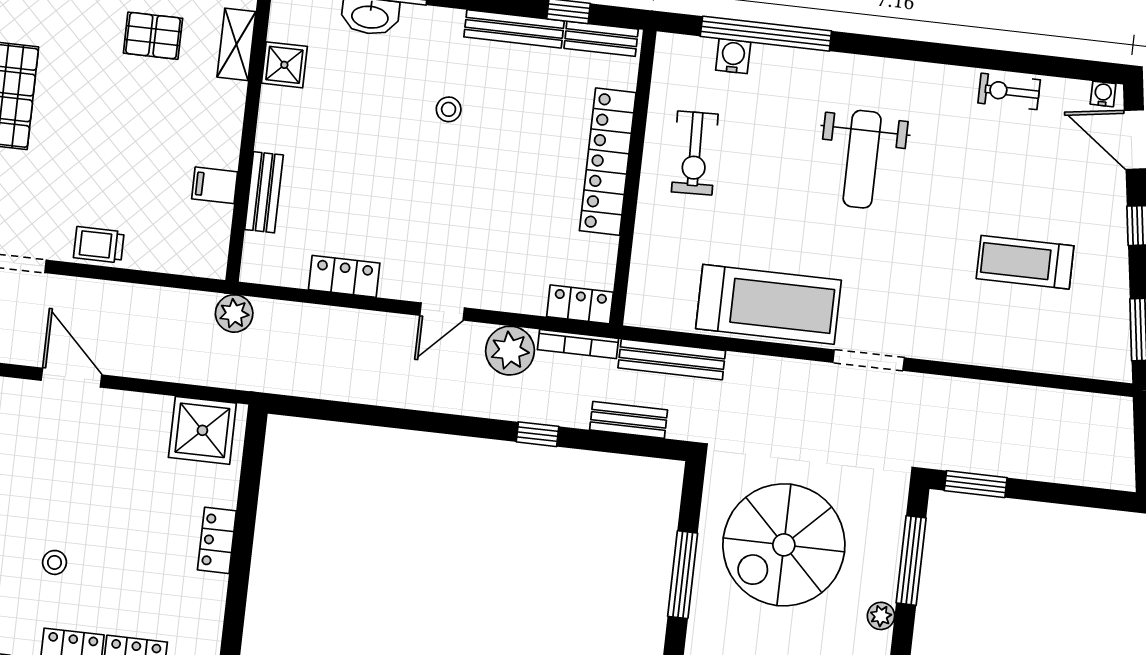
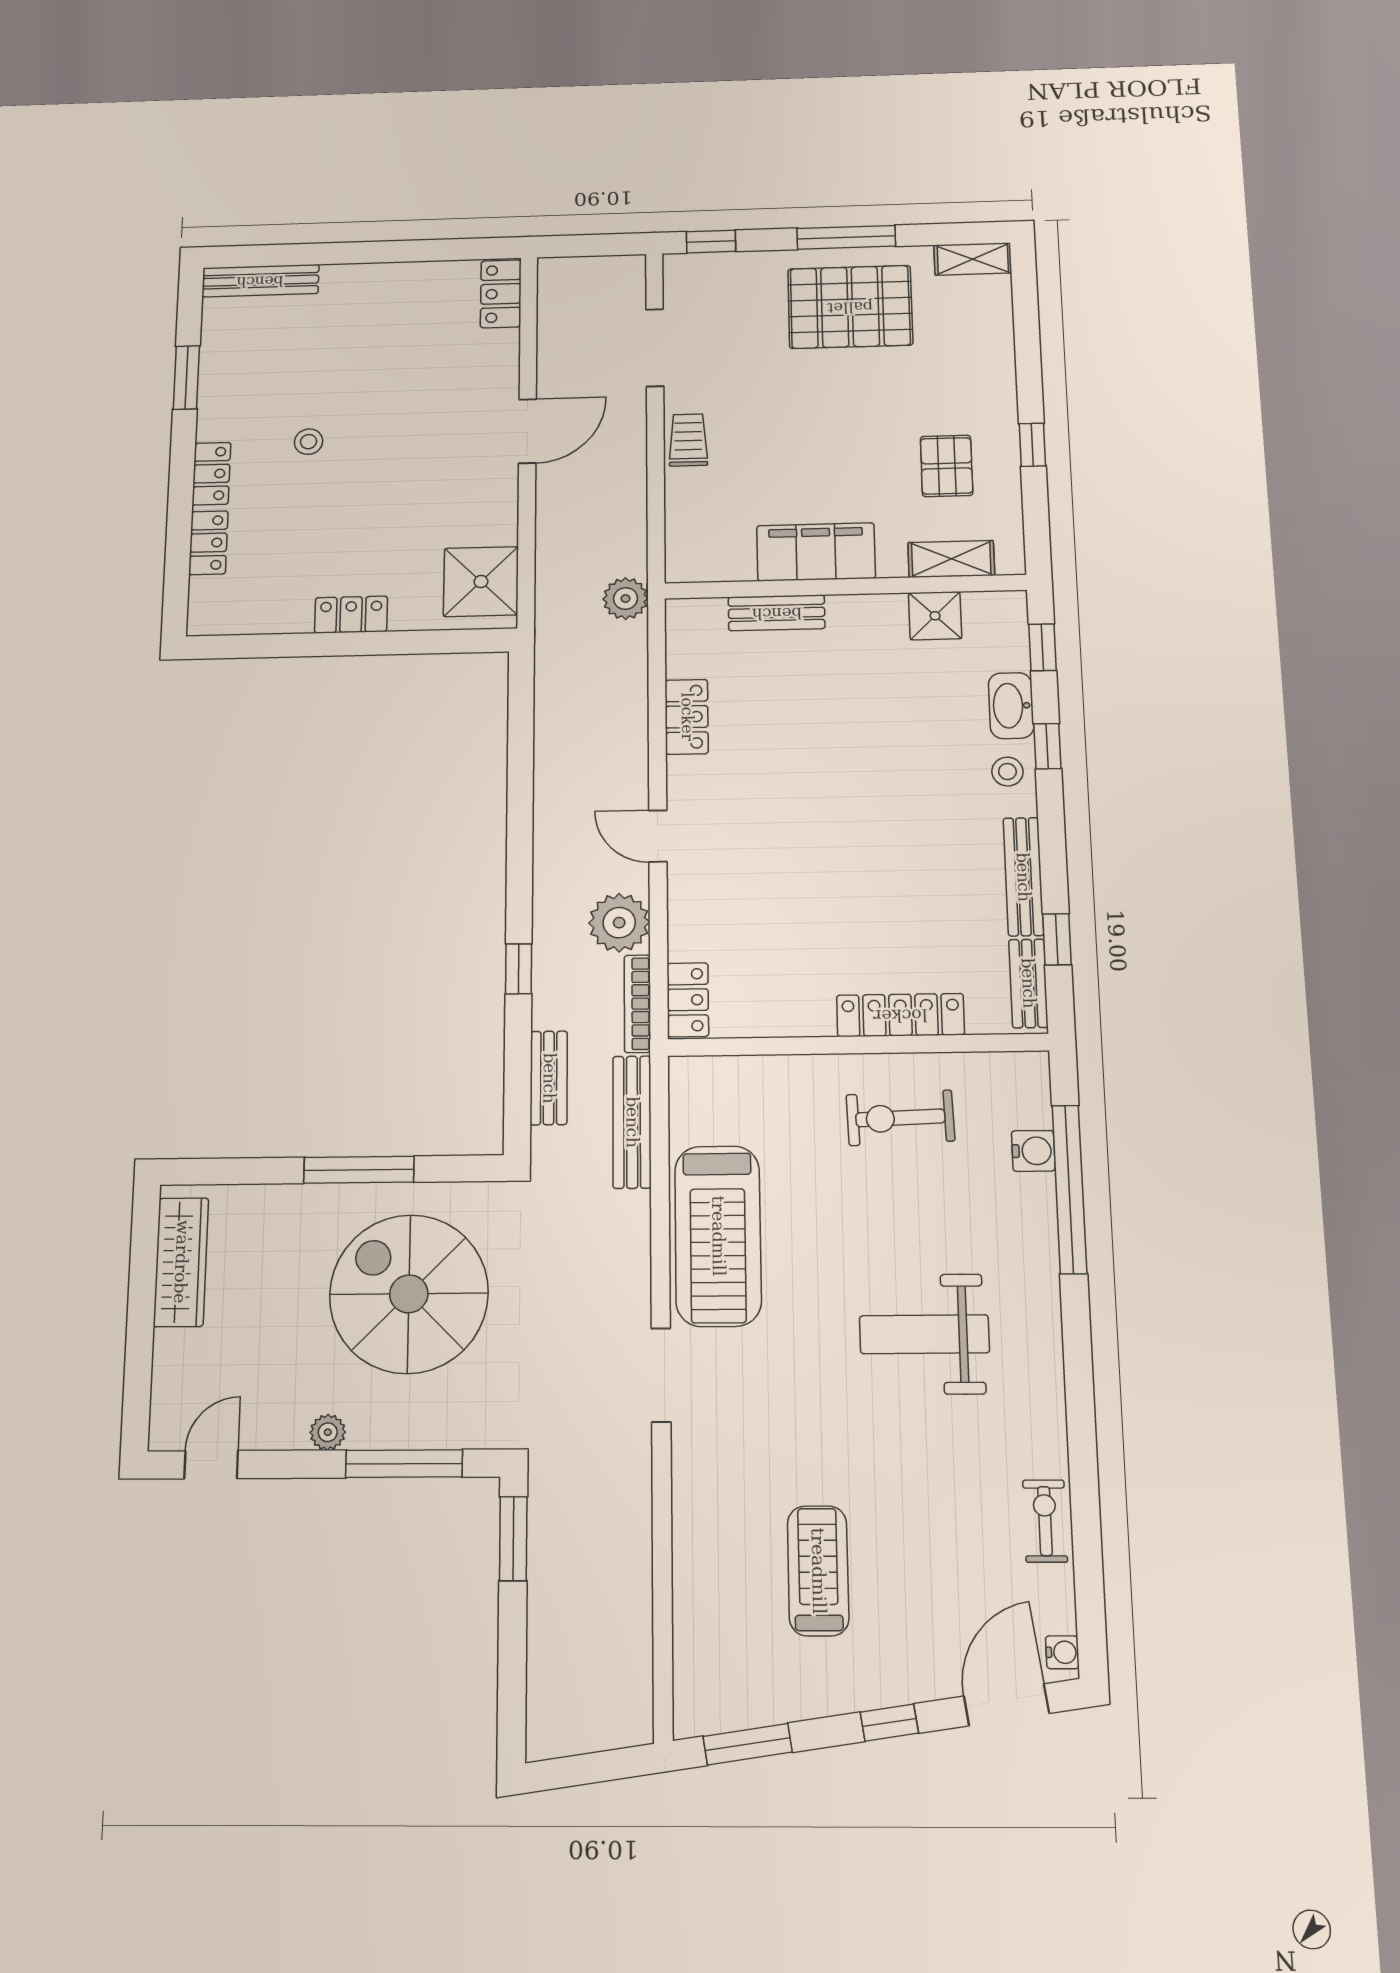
stool: (449, 109) -> (1007, 772), moved
locker: (608, 162) -> (900, 1015), width x0.71, depth x0.83
filing cabinet: (215, 185) -> (816, 552), width x3.00, depth x1.17

